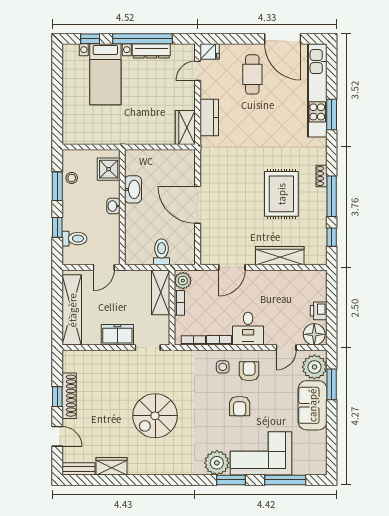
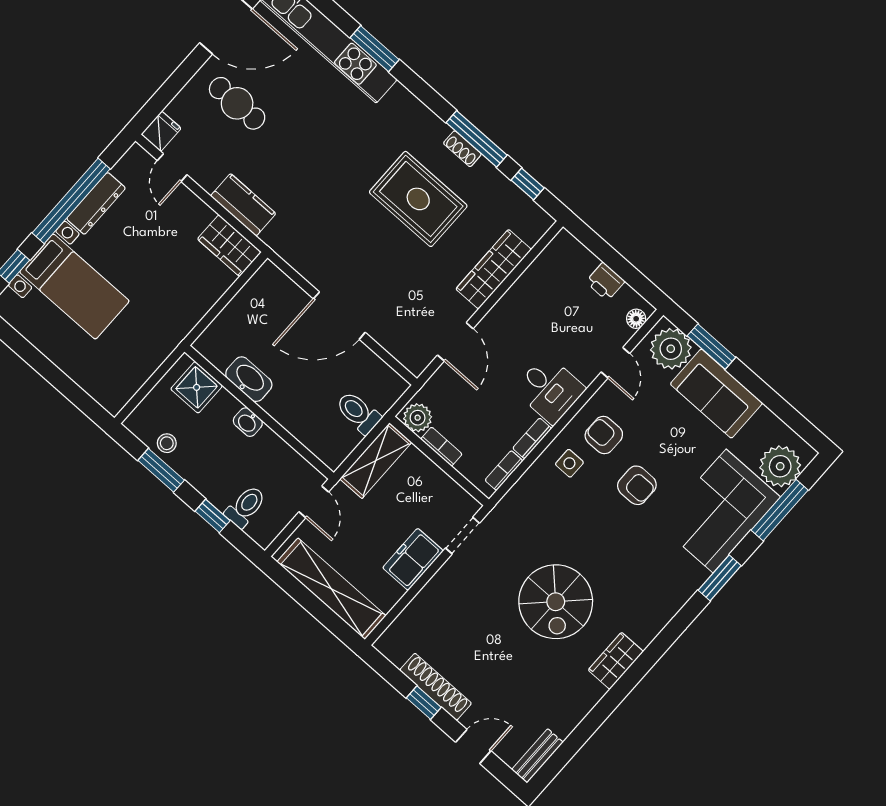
shoe rack: (321, 176) -> (462, 149), moved
shelving: (161, 292) -> (376, 461), moved, turned 90
floor lamp: (314, 334) -> (636, 319), width x0.53, depth x0.53
plant: (217, 463) -> (780, 466), moved
wardrobe: (112, 466) -> (616, 661), moved

